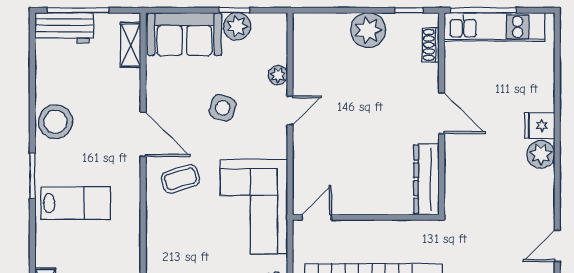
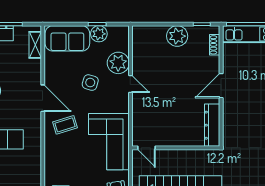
plant: (278, 75) -> (118, 63), width x1.87, depth x1.87
door: (290, 110) -> (130, 84), hinge flipped
door: (442, 113) -> (221, 86), swing flipped
door: (317, 217) -> (146, 148), swing flipped

